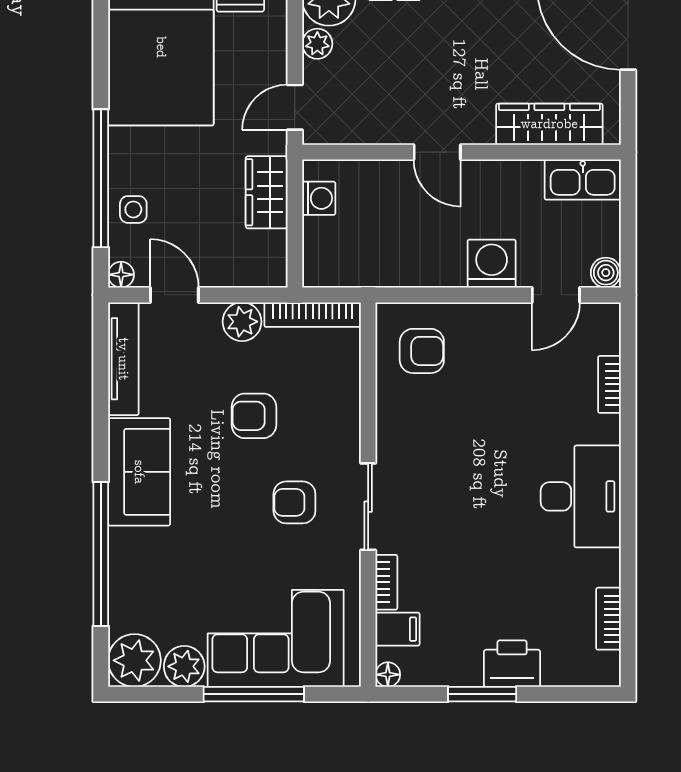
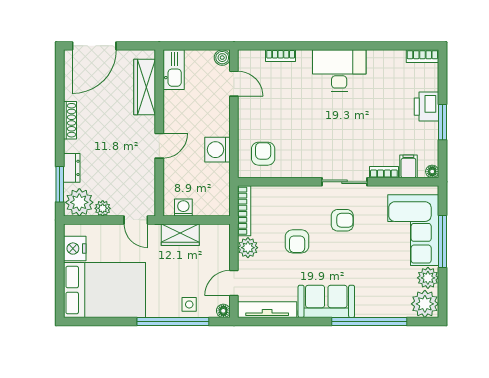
washing machine: (492, 264) -> (218, 150), moved
armchair: (294, 502) -> (342, 220), turned -90
bookcase: (608, 619) -> (422, 56), moved

